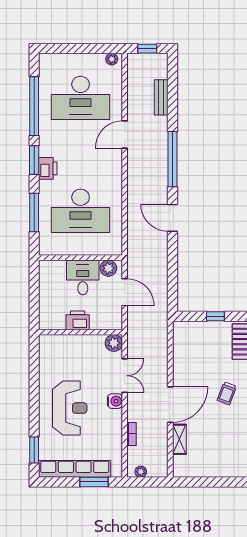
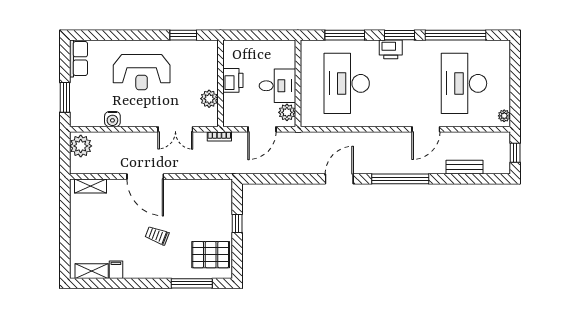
door: (125, 135) -> (426, 129), swing flipped
plant: (114, 343) -> (209, 99), moved
water cooler: (115, 401) -> (112, 119), moved
bookcase: (132, 434) -> (219, 136), moved
shelving: (179, 439) -> (90, 186), moved
window: (34, 450) -> (183, 35), moved
row of seats: (75, 469) -> (78, 58), width x0.50
plant: (141, 472) -> (81, 146), width x1.88, depth x1.88

